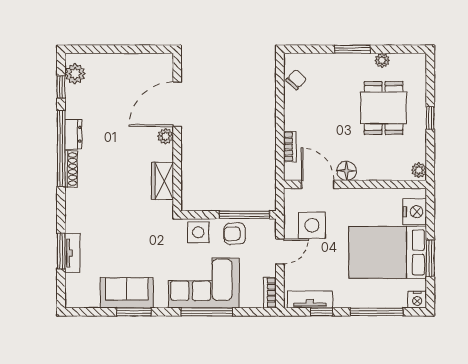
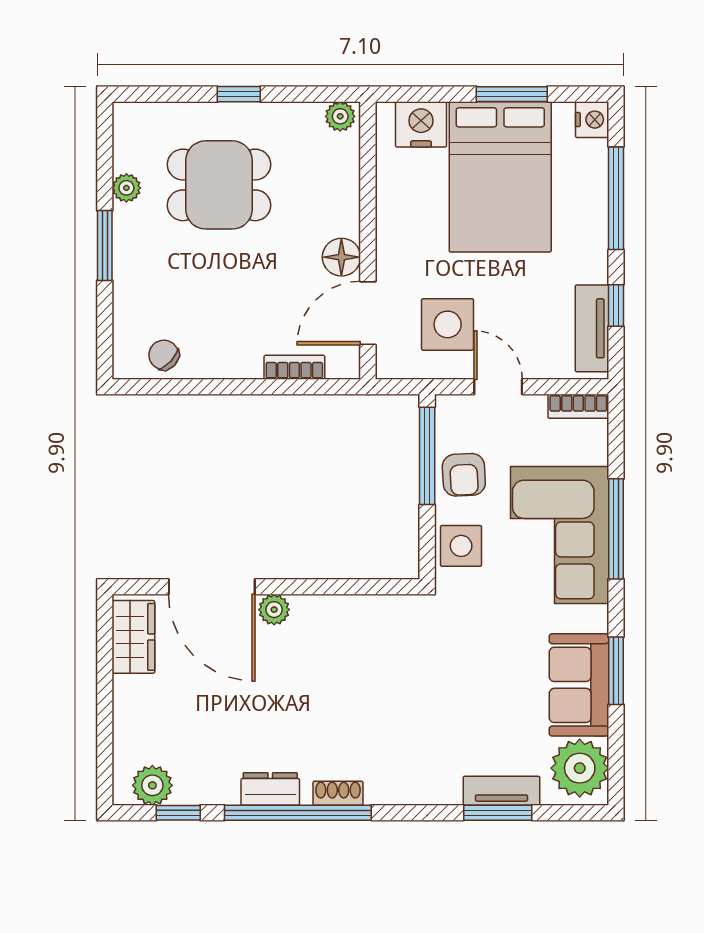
shoe rack: (71, 169) -> (338, 793), width x0.70
wardrobe: (162, 181) -> (133, 637), moved, turned -90
plant: (84, 293) -> (580, 768), added

